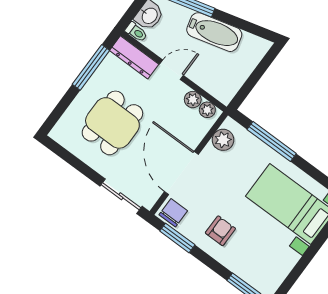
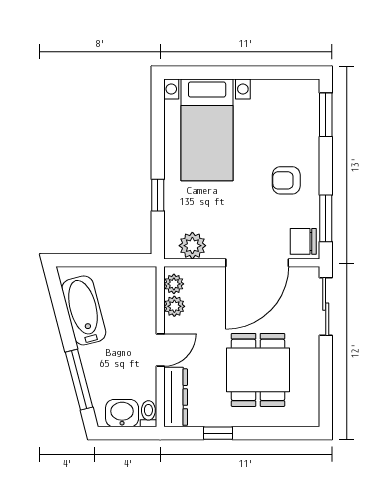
bathtub: (214, 32) -> (84, 310), moved
window: (91, 67) -> (218, 433), width x0.46
door: (171, 70) -> (160, 350), swing flipped
dining table: (112, 123) -> (258, 370), turned 90
window: (272, 141) -> (158, 195), width x0.46

